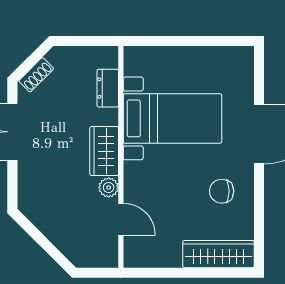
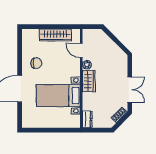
dresser: (108, 88) -> (87, 119), moved
wardrobe: (218, 254) -> (55, 35), moved

